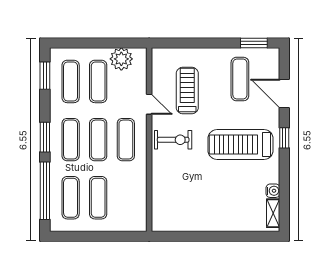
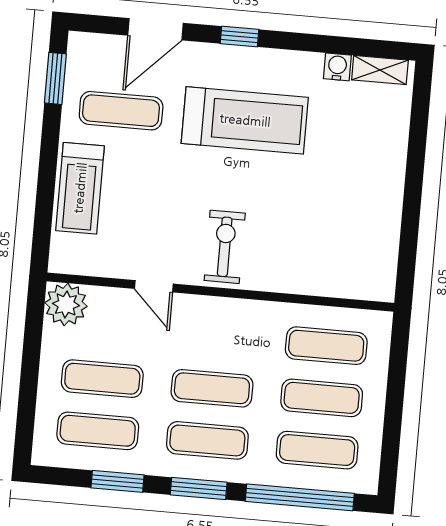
plant: (121, 59) -> (66, 304), moved
window: (45, 76) -> (118, 481), moved
treadmill: (187, 91) -> (80, 188), moved, turned -90
door: (149, 104) -> (154, 286), swing flipped
exercise mat: (126, 140) -> (326, 346), moved
treadmill: (241, 144) -> (245, 120), turned -90

